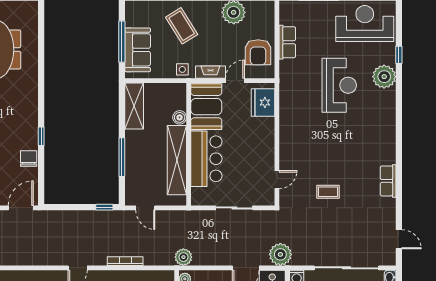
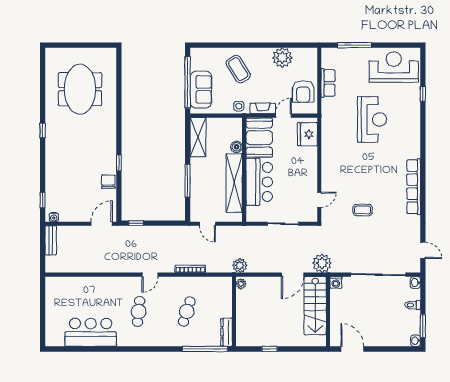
window: (122, 42) -> (188, 82), width x1.46
plant: (384, 77) -> (410, 112), removed
row of seats: (388, 181) -> (414, 187), width x2.02
window: (104, 207) -> (136, 223), moved

